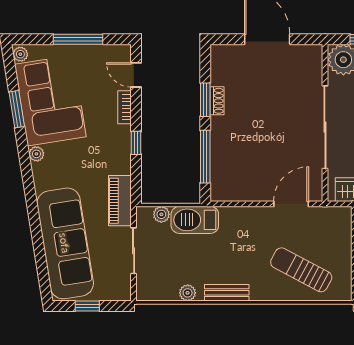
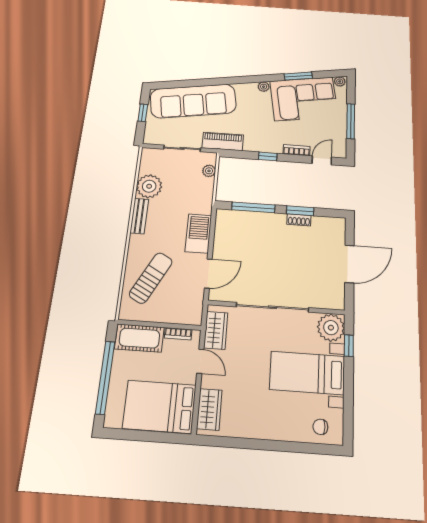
door: (291, 204) -> (208, 274), hinge flipped
barbecue: (195, 220) -> (198, 233), moved
plant: (188, 293) -> (149, 186), width x1.87, depth x1.87

